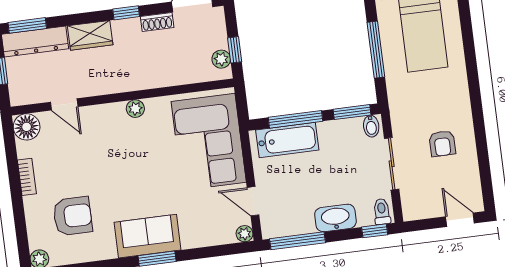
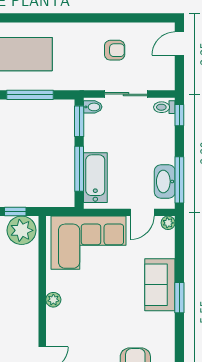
plant: (221, 59) -> (22, 230), width x1.87, depth x1.87
washbasin: (335, 218) -> (165, 181), moved
sofa: (147, 236) -> (160, 285), moved

